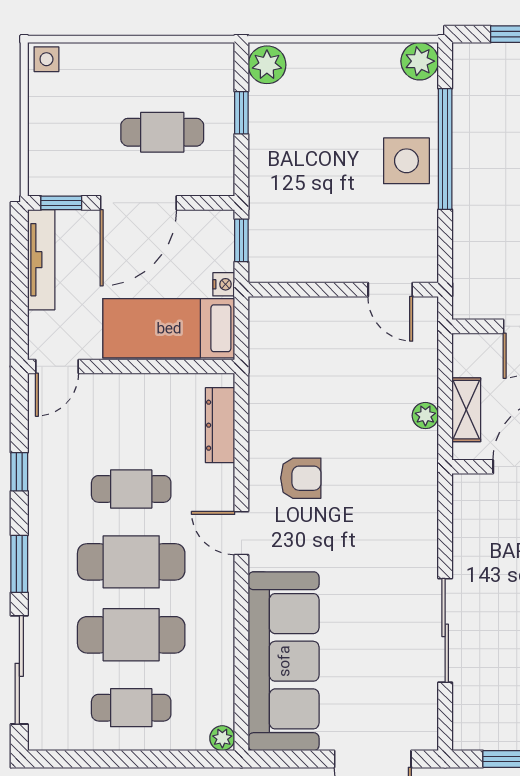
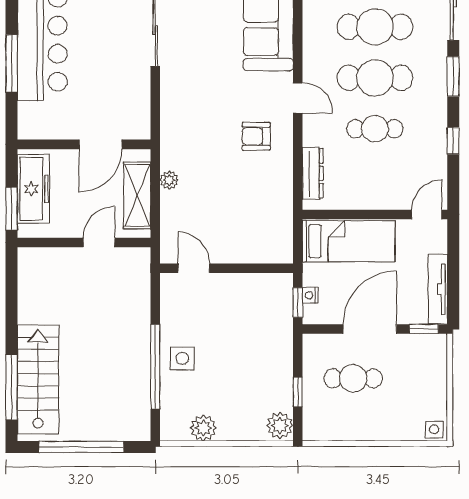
plant: (420, 61) -> (203, 428), moved
side table: (406, 161) -> (182, 358), width x0.73, depth x0.73
nightstand: (224, 284) -> (310, 295), moved
shelving: (466, 410) -> (137, 195), width x1.50, depth x1.33

